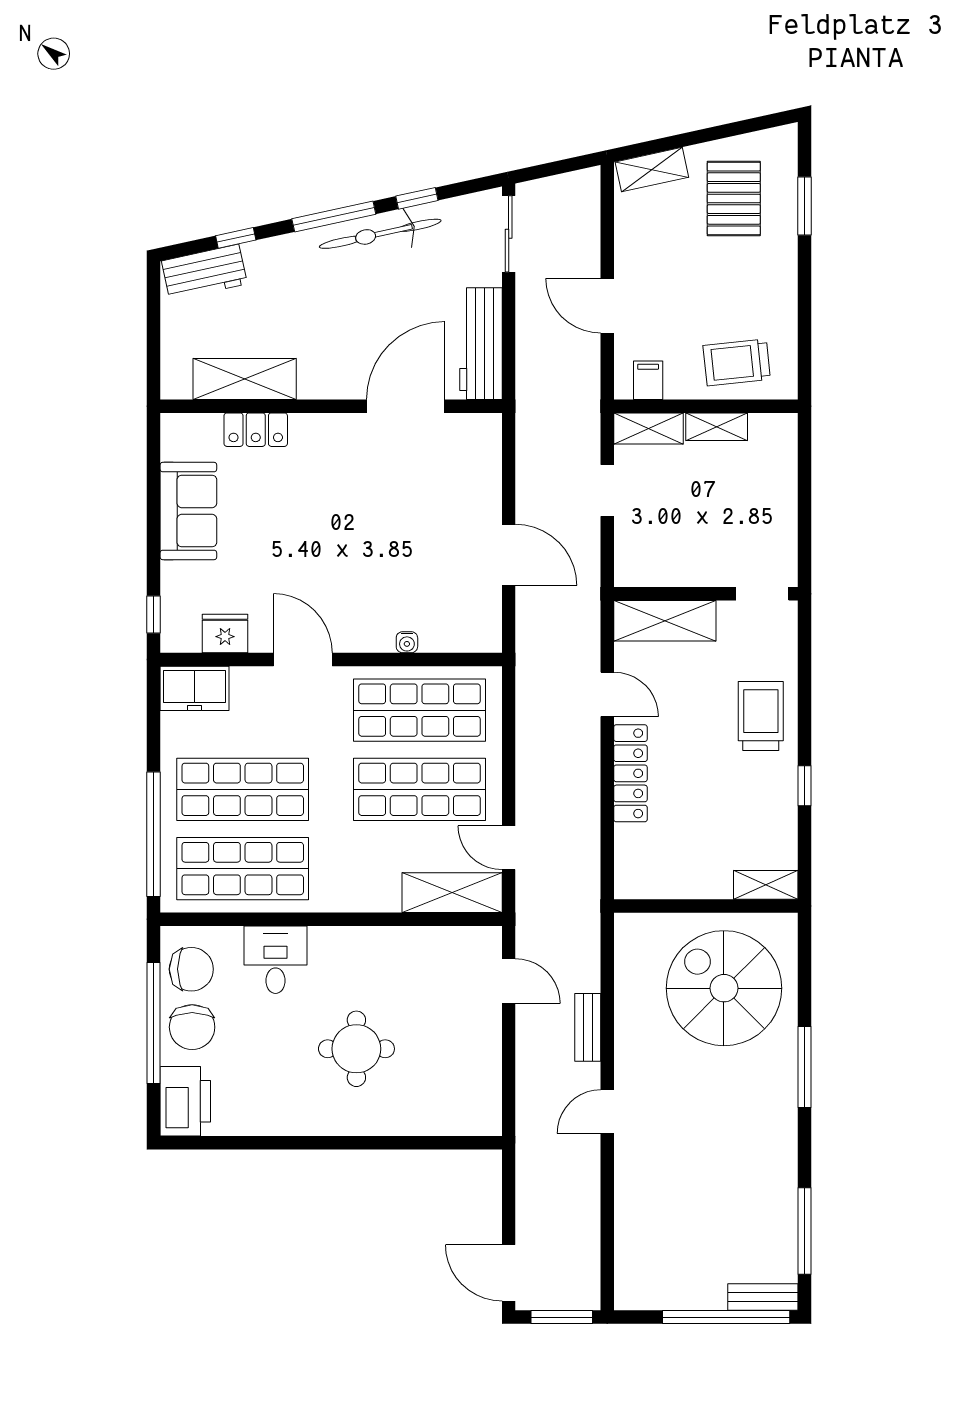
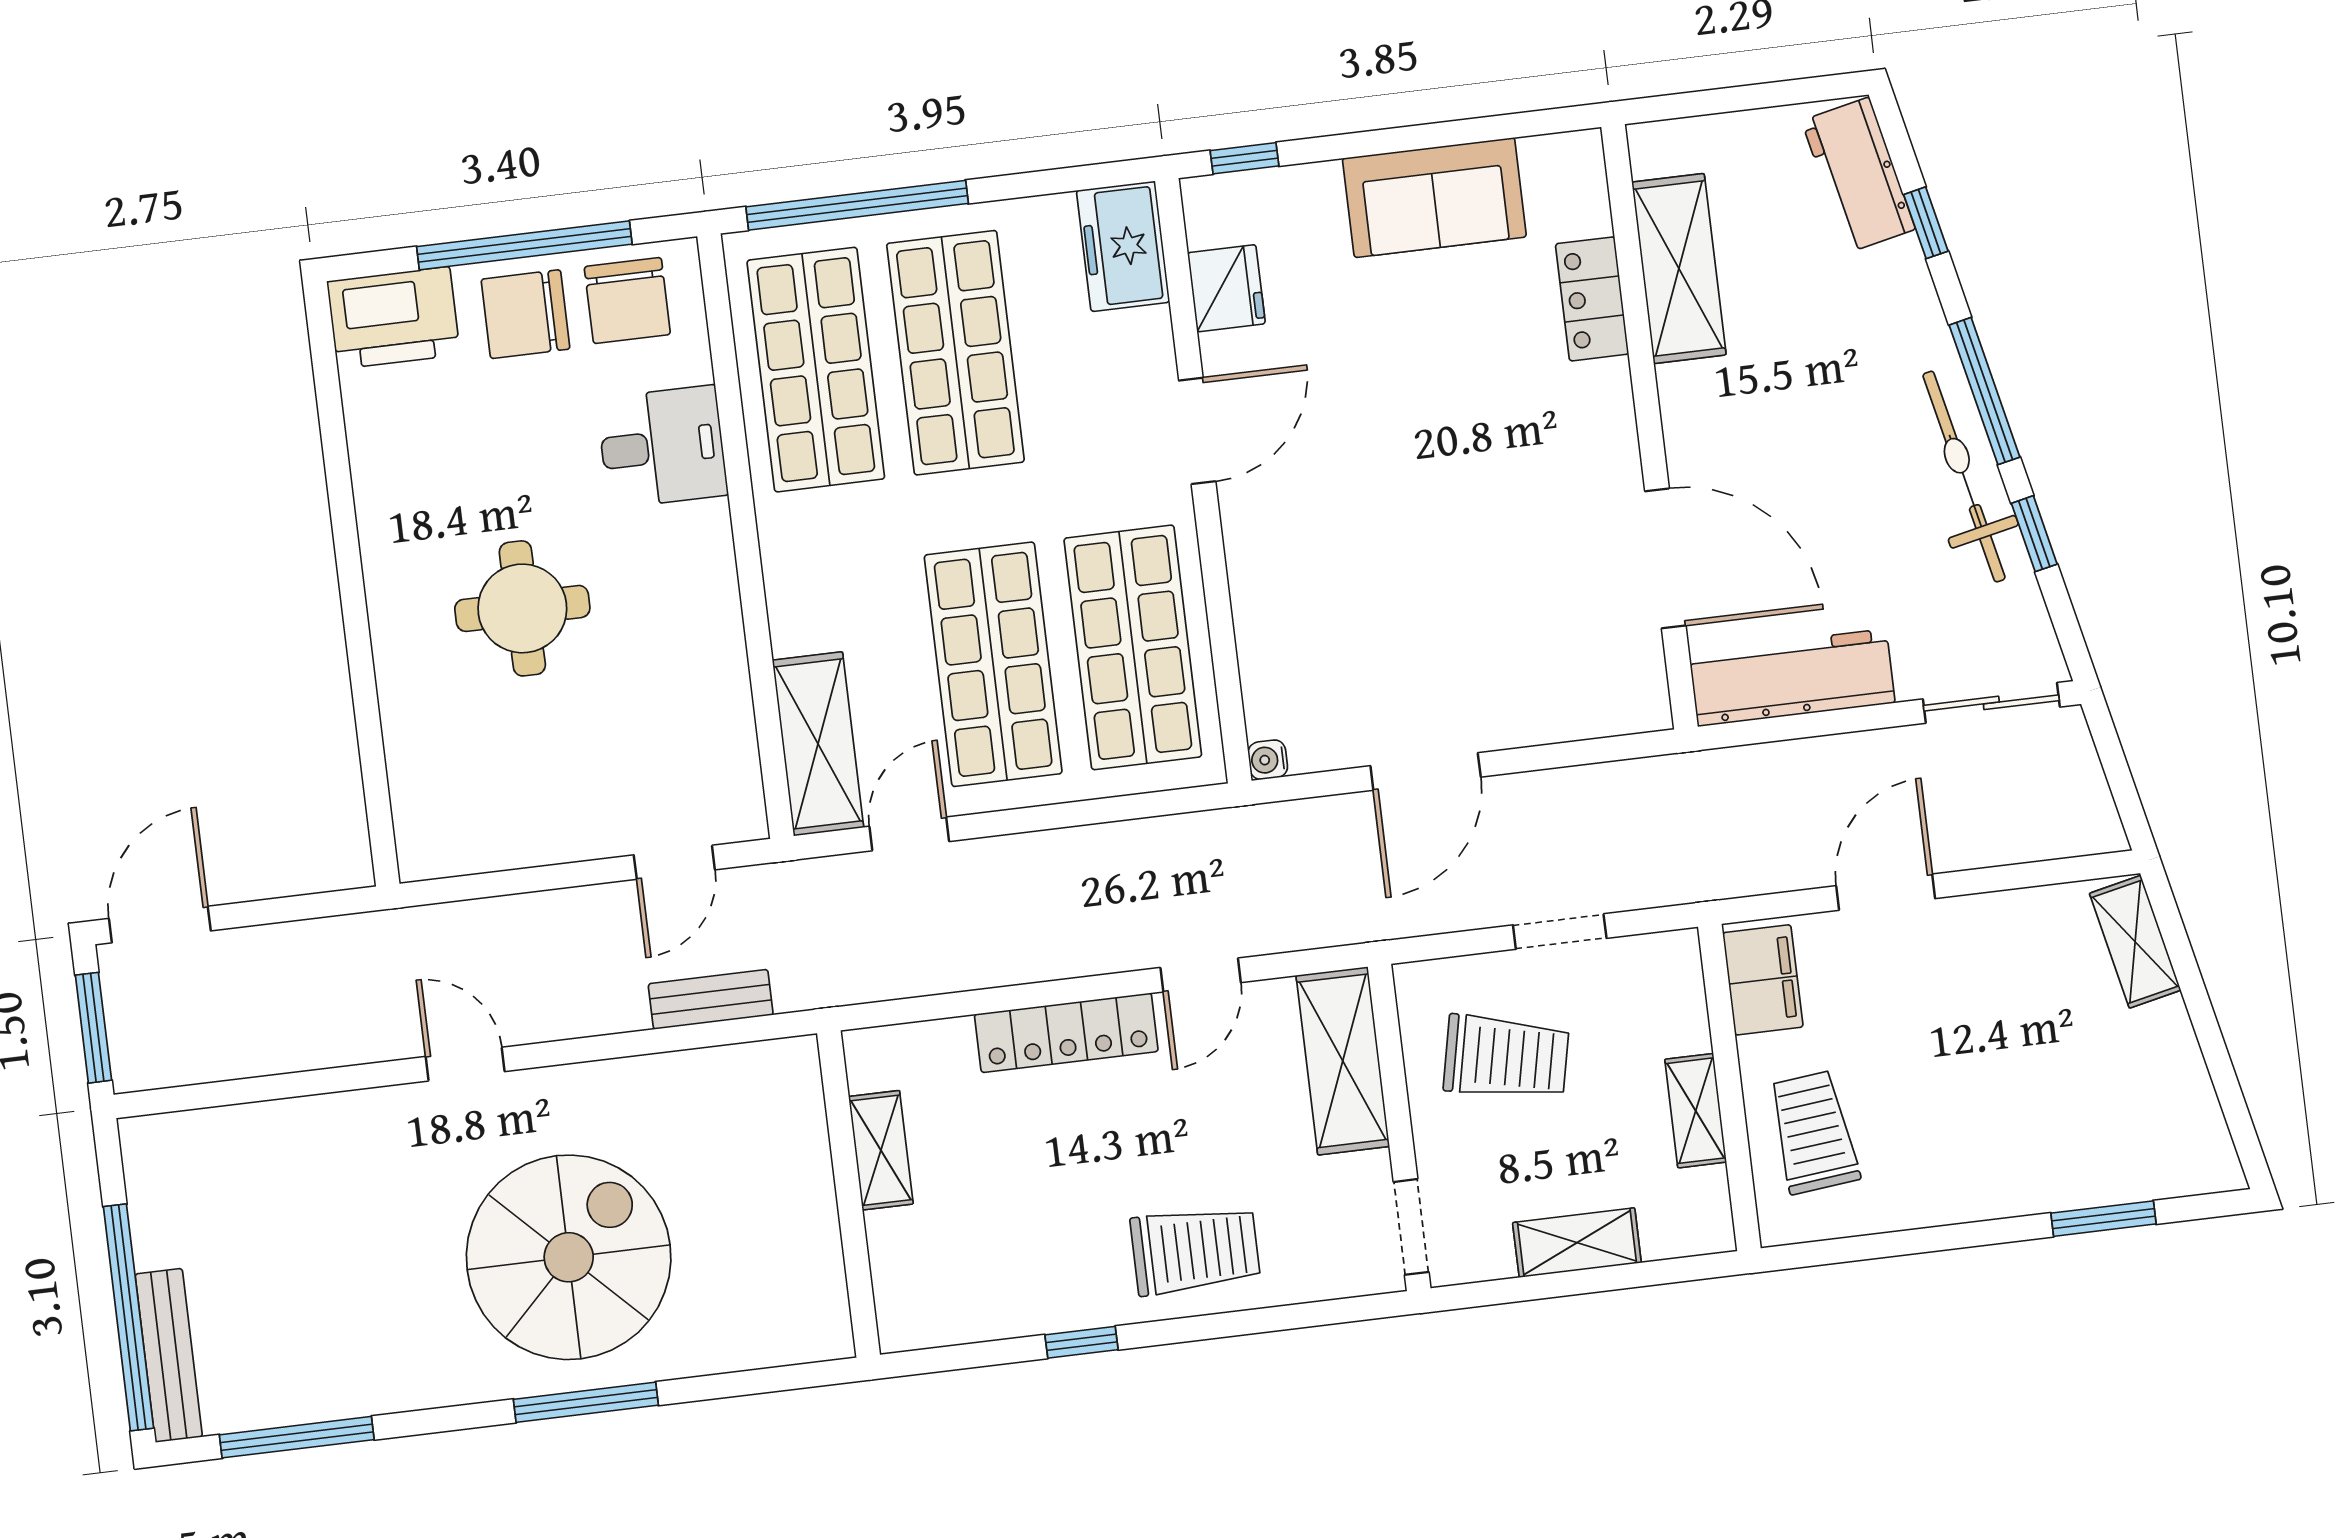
pallet: (734, 198) -> (2102, 1092), removed
filing cabinet: (648, 380) -> (1763, 980), width x2.00
shelving: (649, 428) -> (1577, 1243), moved, turned 90
trolley: (674, 529) -> (1506, 1057), added
water cooler: (407, 642) -> (1268, 760), moved
shelving: (766, 885) -> (881, 1150), moved
spiral stairs: (724, 988) -> (569, 1257), moved
bench: (588, 1027) -> (711, 999), moved
bench: (763, 1297) -> (169, 1355), width x1.36

